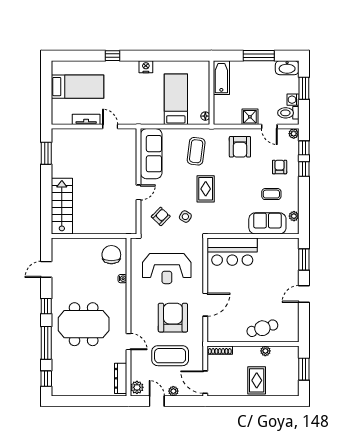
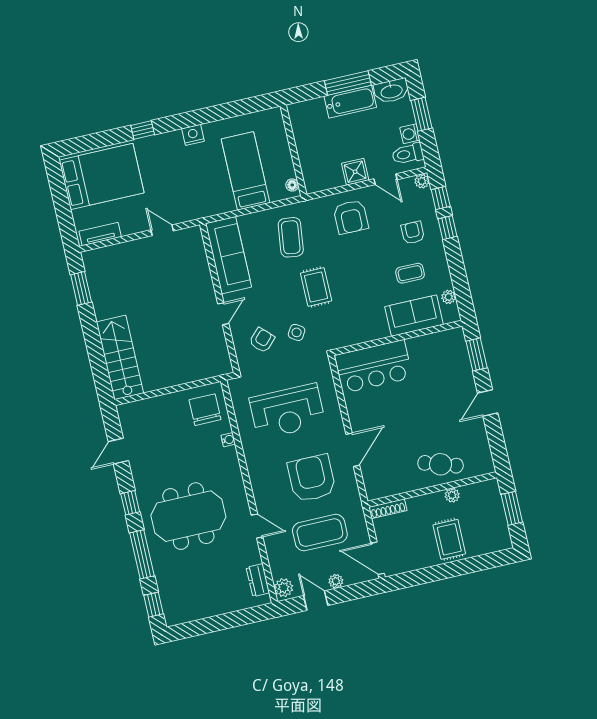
bathtub: (221, 78) -> (350, 102), moved, turned 90
bed: (78, 87) -> (102, 176), width x1.50
tv unit: (86, 119) -> (100, 234), moved
cafe table: (262, 328) -> (441, 464), turned 35
dresser: (121, 378) -> (258, 580), width x0.70

